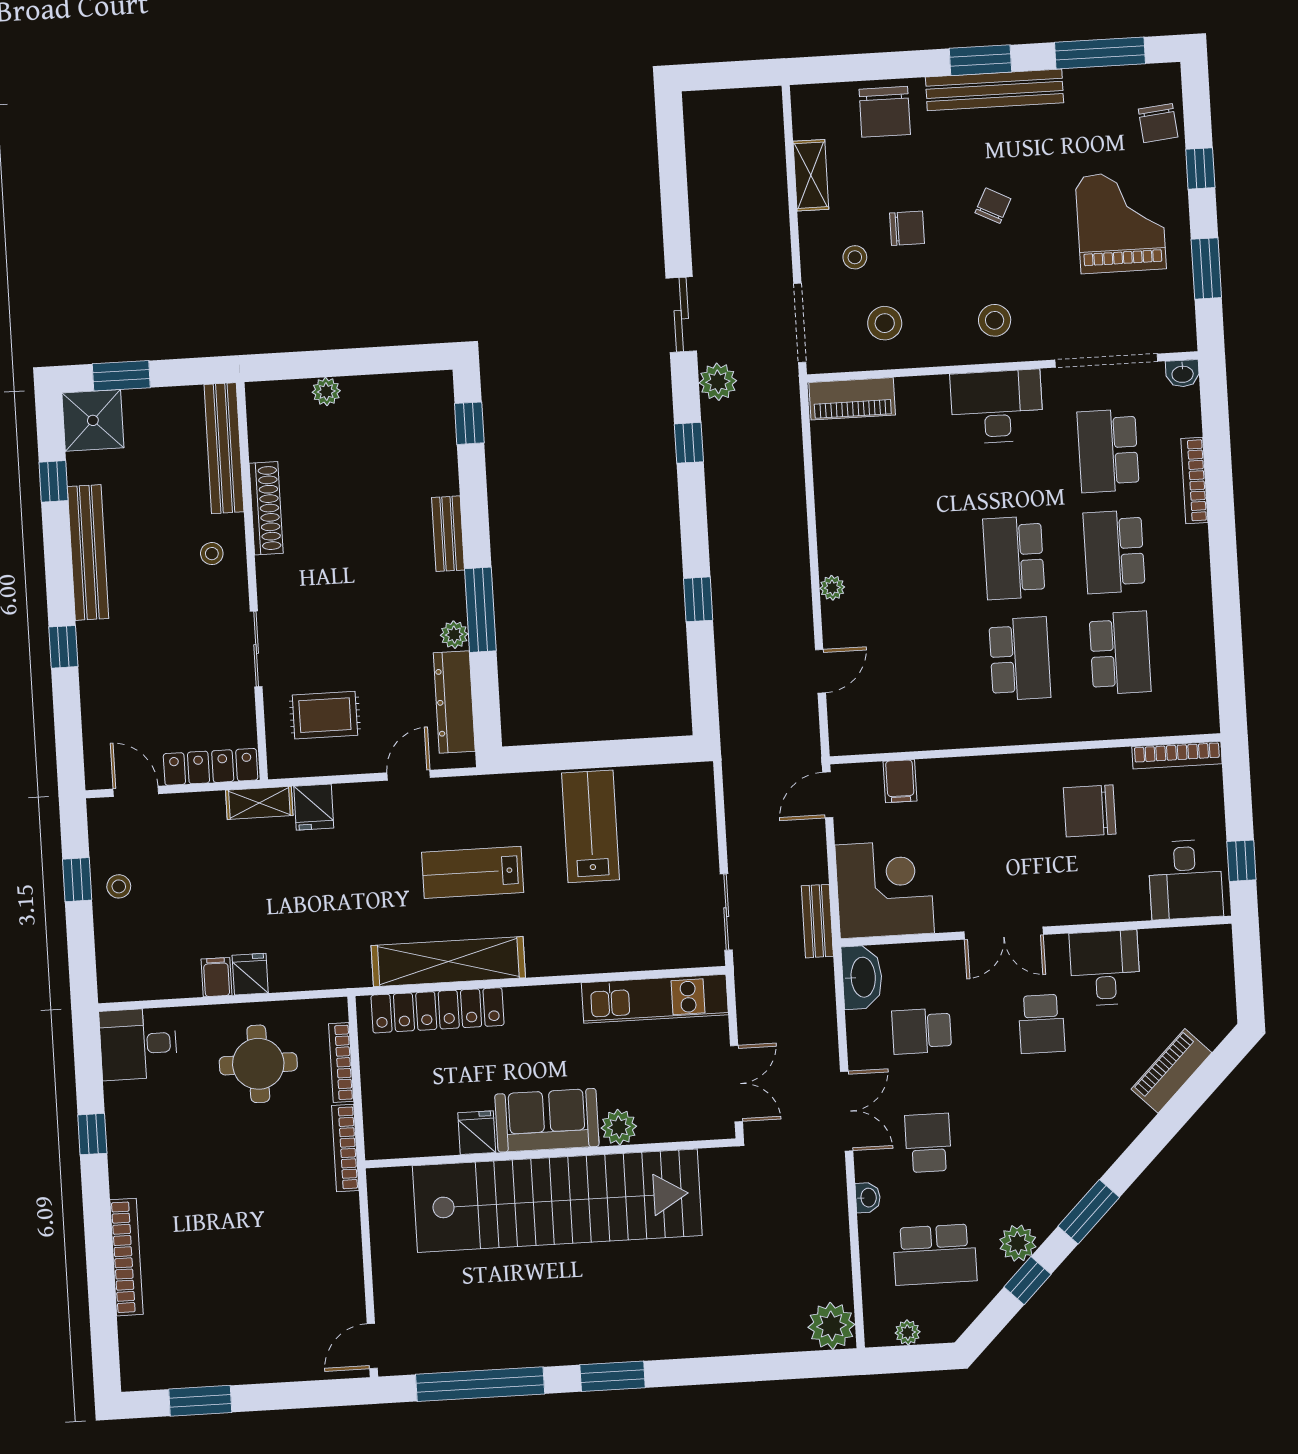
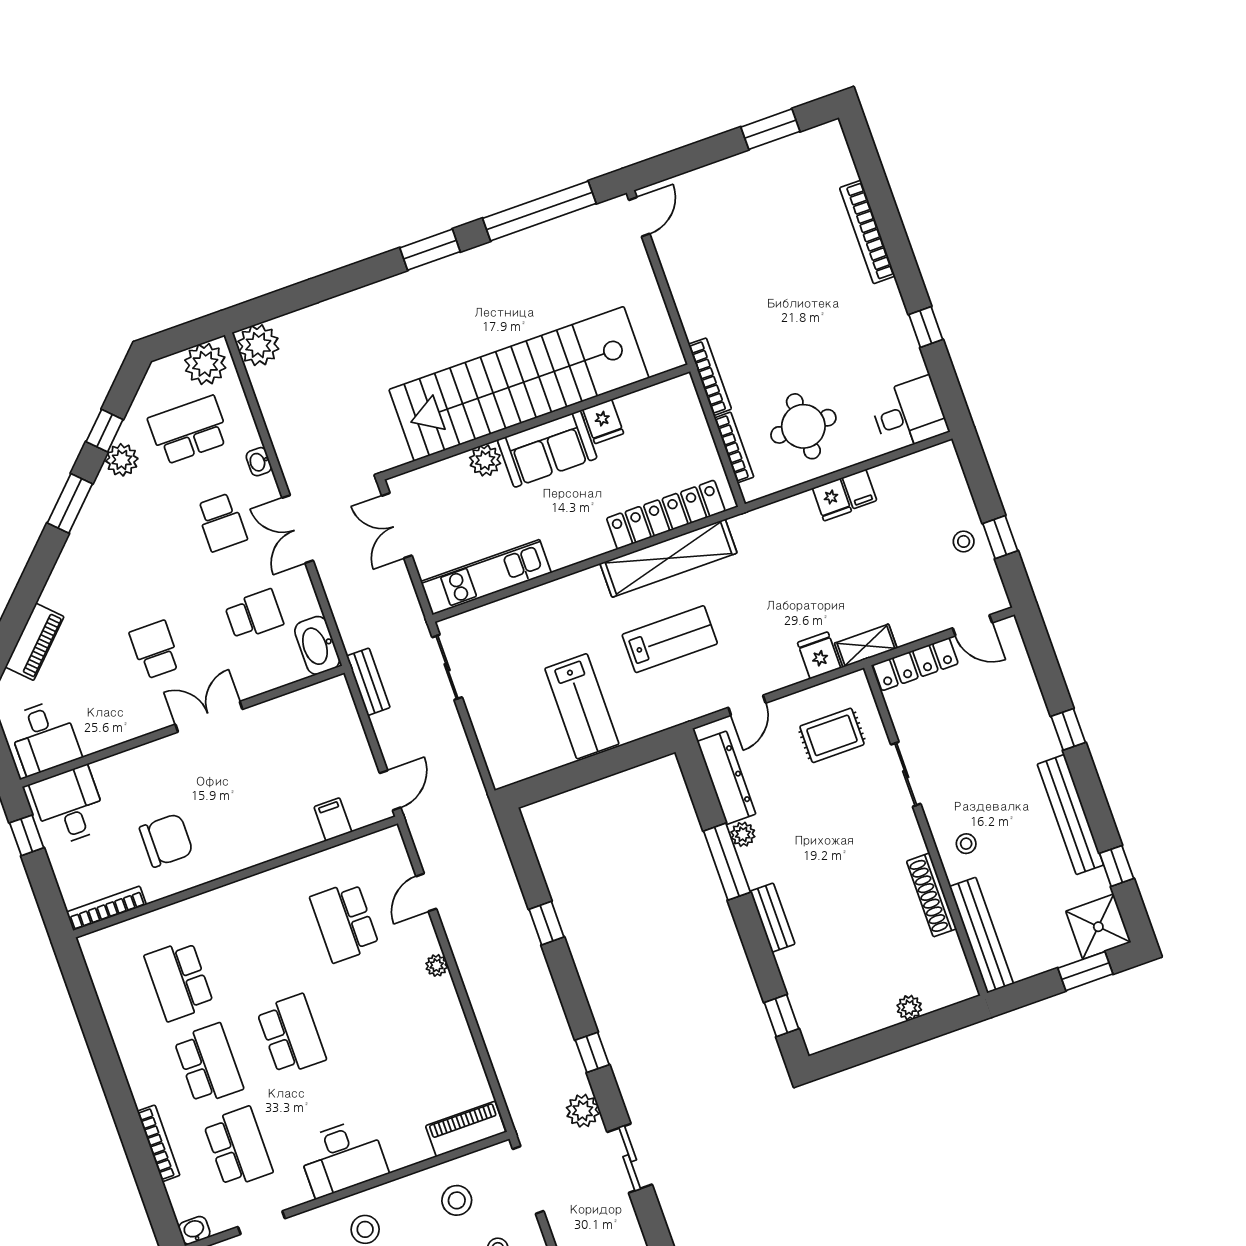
doorway: (1106, 361) -> (261, 1223), width x0.53
school desk: (1020, 659) -> (345, 922), moved
corner desk: (885, 889) -> (320, 725), removed
desk: (1105, 968) -> (44, 737), moved
plant: (908, 1332) -> (205, 364), width x1.88, depth x1.88

